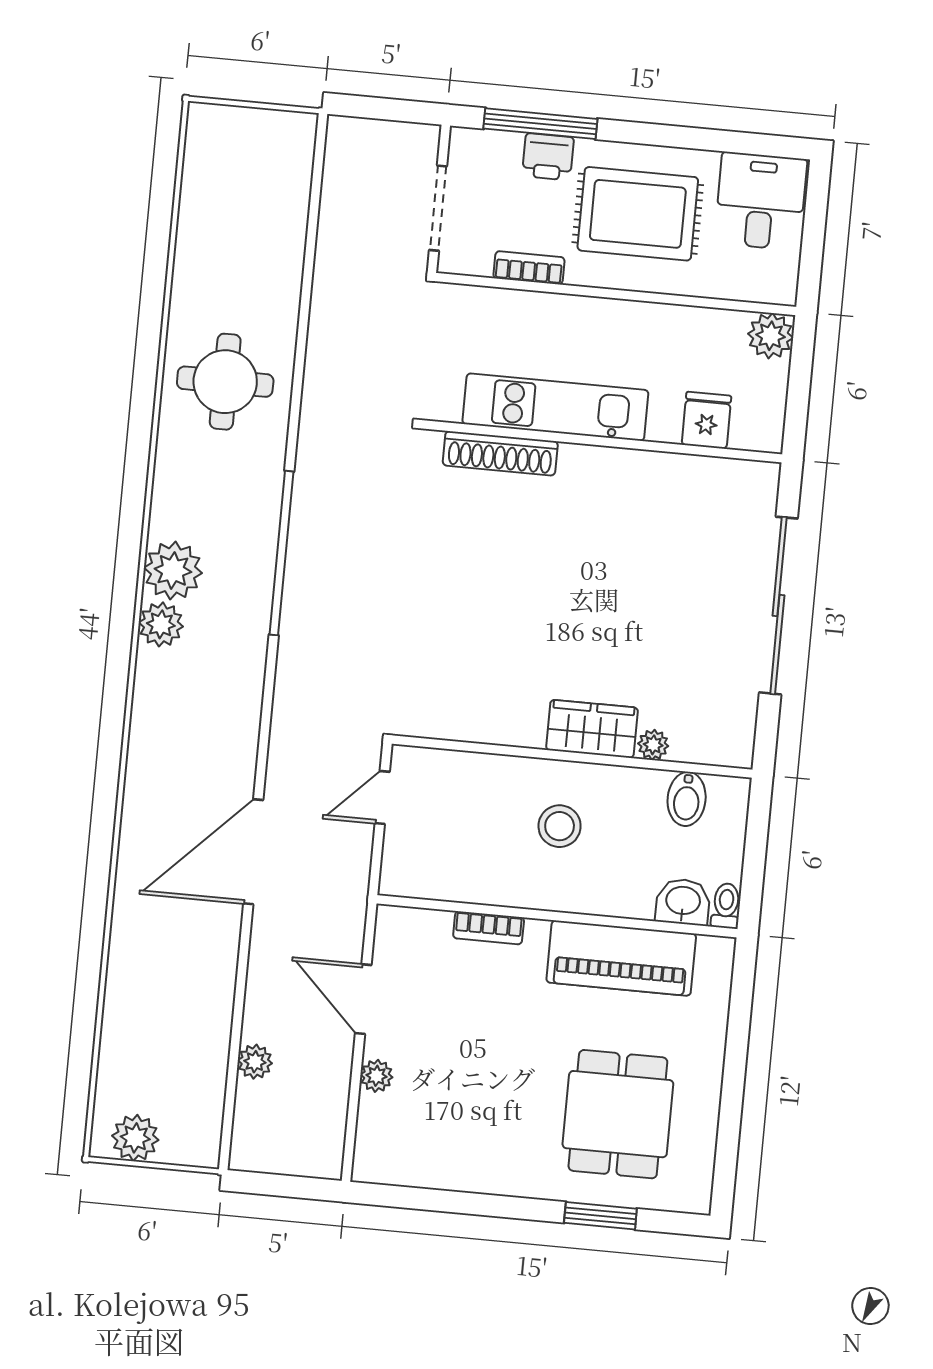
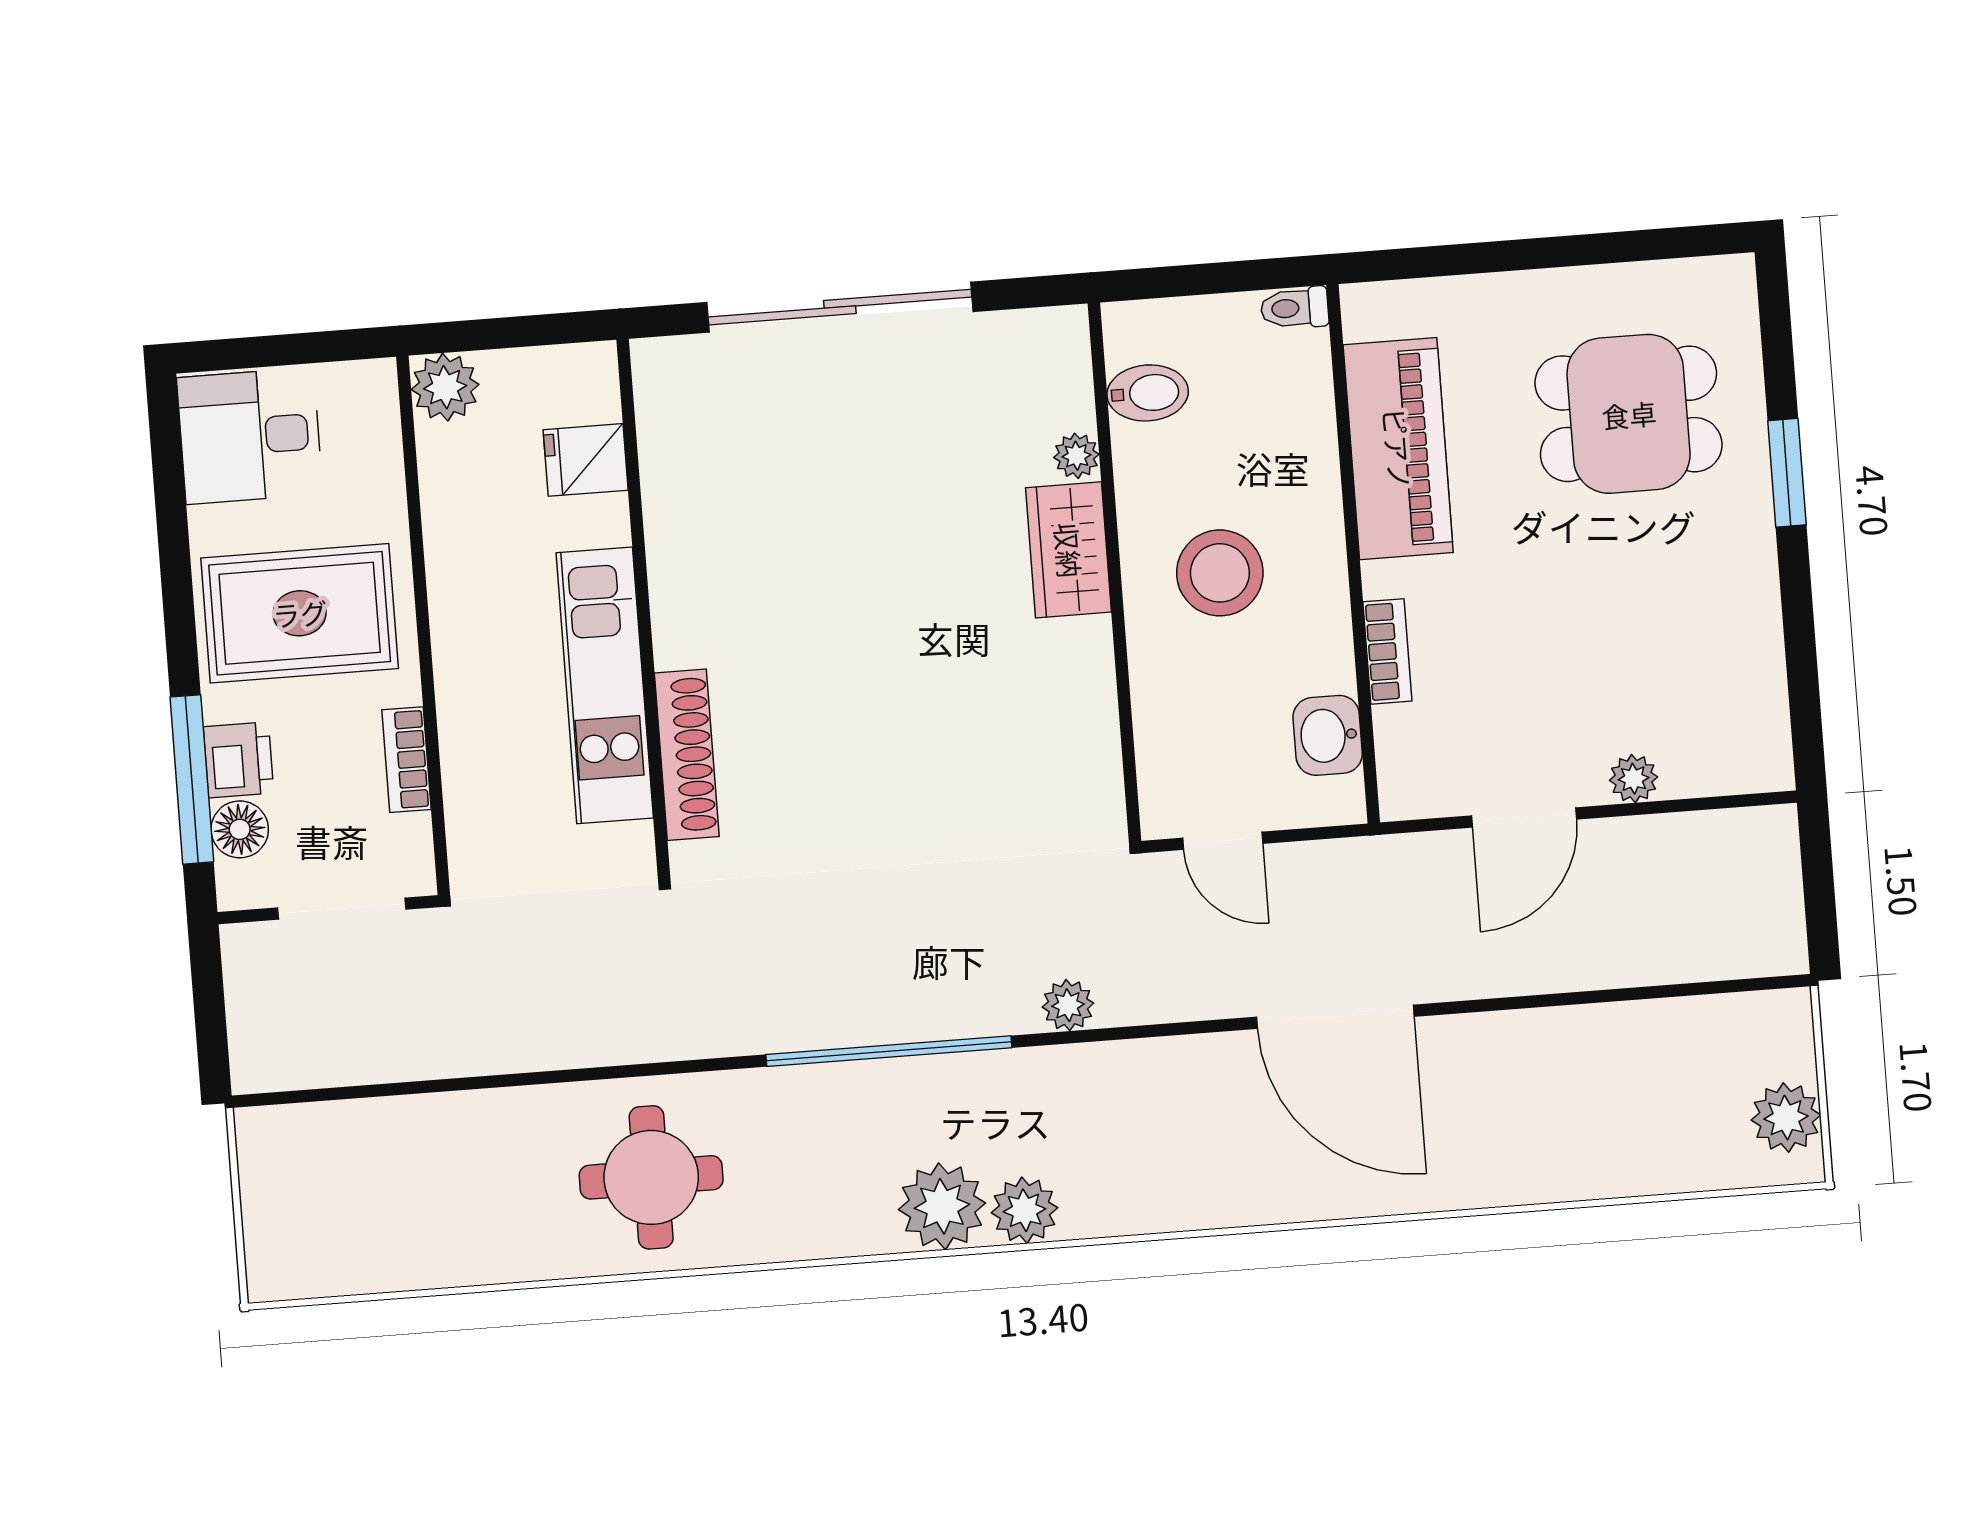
floor lamp: (502, 150) -> (240, 829), added
rug: (638, 214) -> (300, 613), turned 90
stool: (560, 826) -> (1220, 573), width x1.38, depth x1.38
washbasin: (683, 902) -> (1328, 735), moved
plant: (255, 1062) -> (1068, 1005), moved
window: (600, 1216) -> (1787, 473), moved

